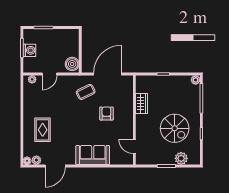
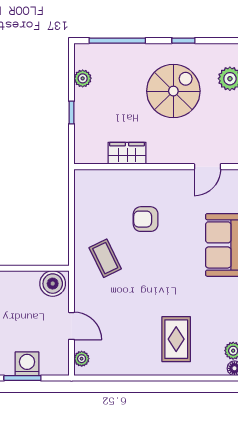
door: (108, 74) -> (72, 217), removed
plant: (196, 80) -> (83, 78), moved
rug: (43, 130) -> (176, 339), turned 90

